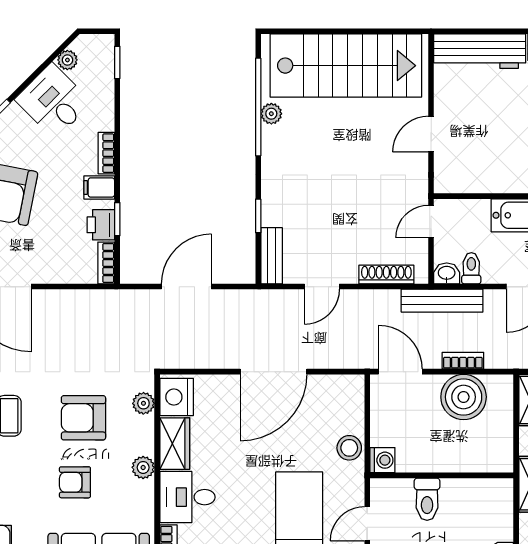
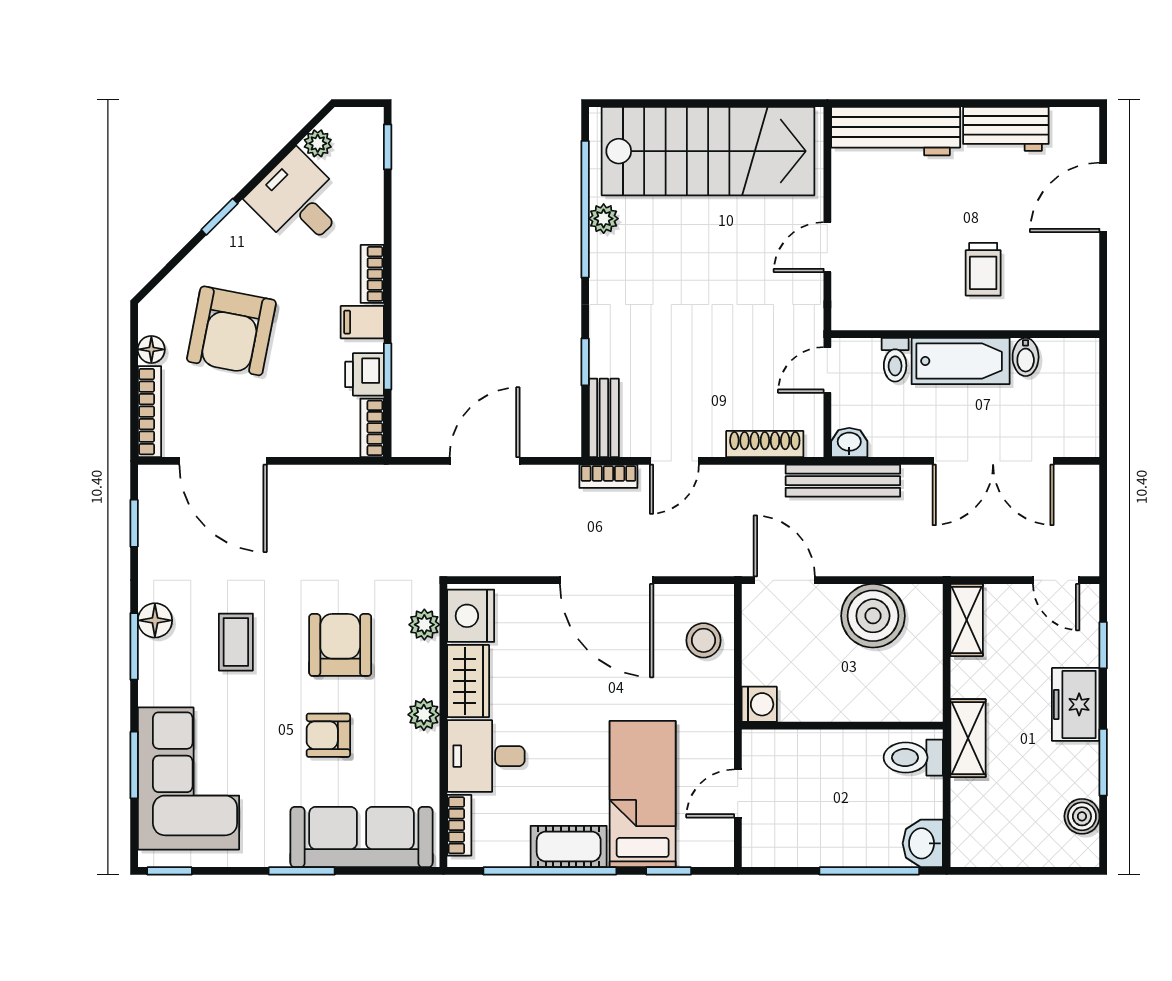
toilet: (471, 268) -> (895, 360), moved, turned 180
bookcase: (463, 361) -> (608, 476), moved, turned 180
door: (274, 372) -> (607, 580), hinge flipped
armchair: (83, 418) -> (340, 645), turned 90
stool: (349, 448) -> (704, 640), moved
toilet: (427, 499) -> (913, 758), moved, turned 90

